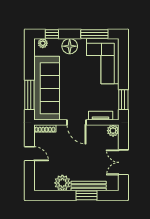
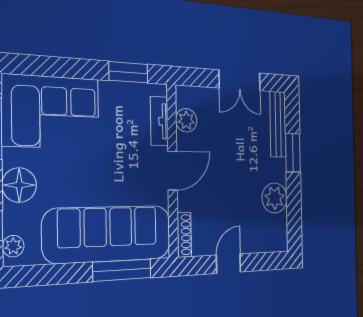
plant: (113, 131) -> (186, 120), moved
bench: (89, 186) -> (278, 124), moved

